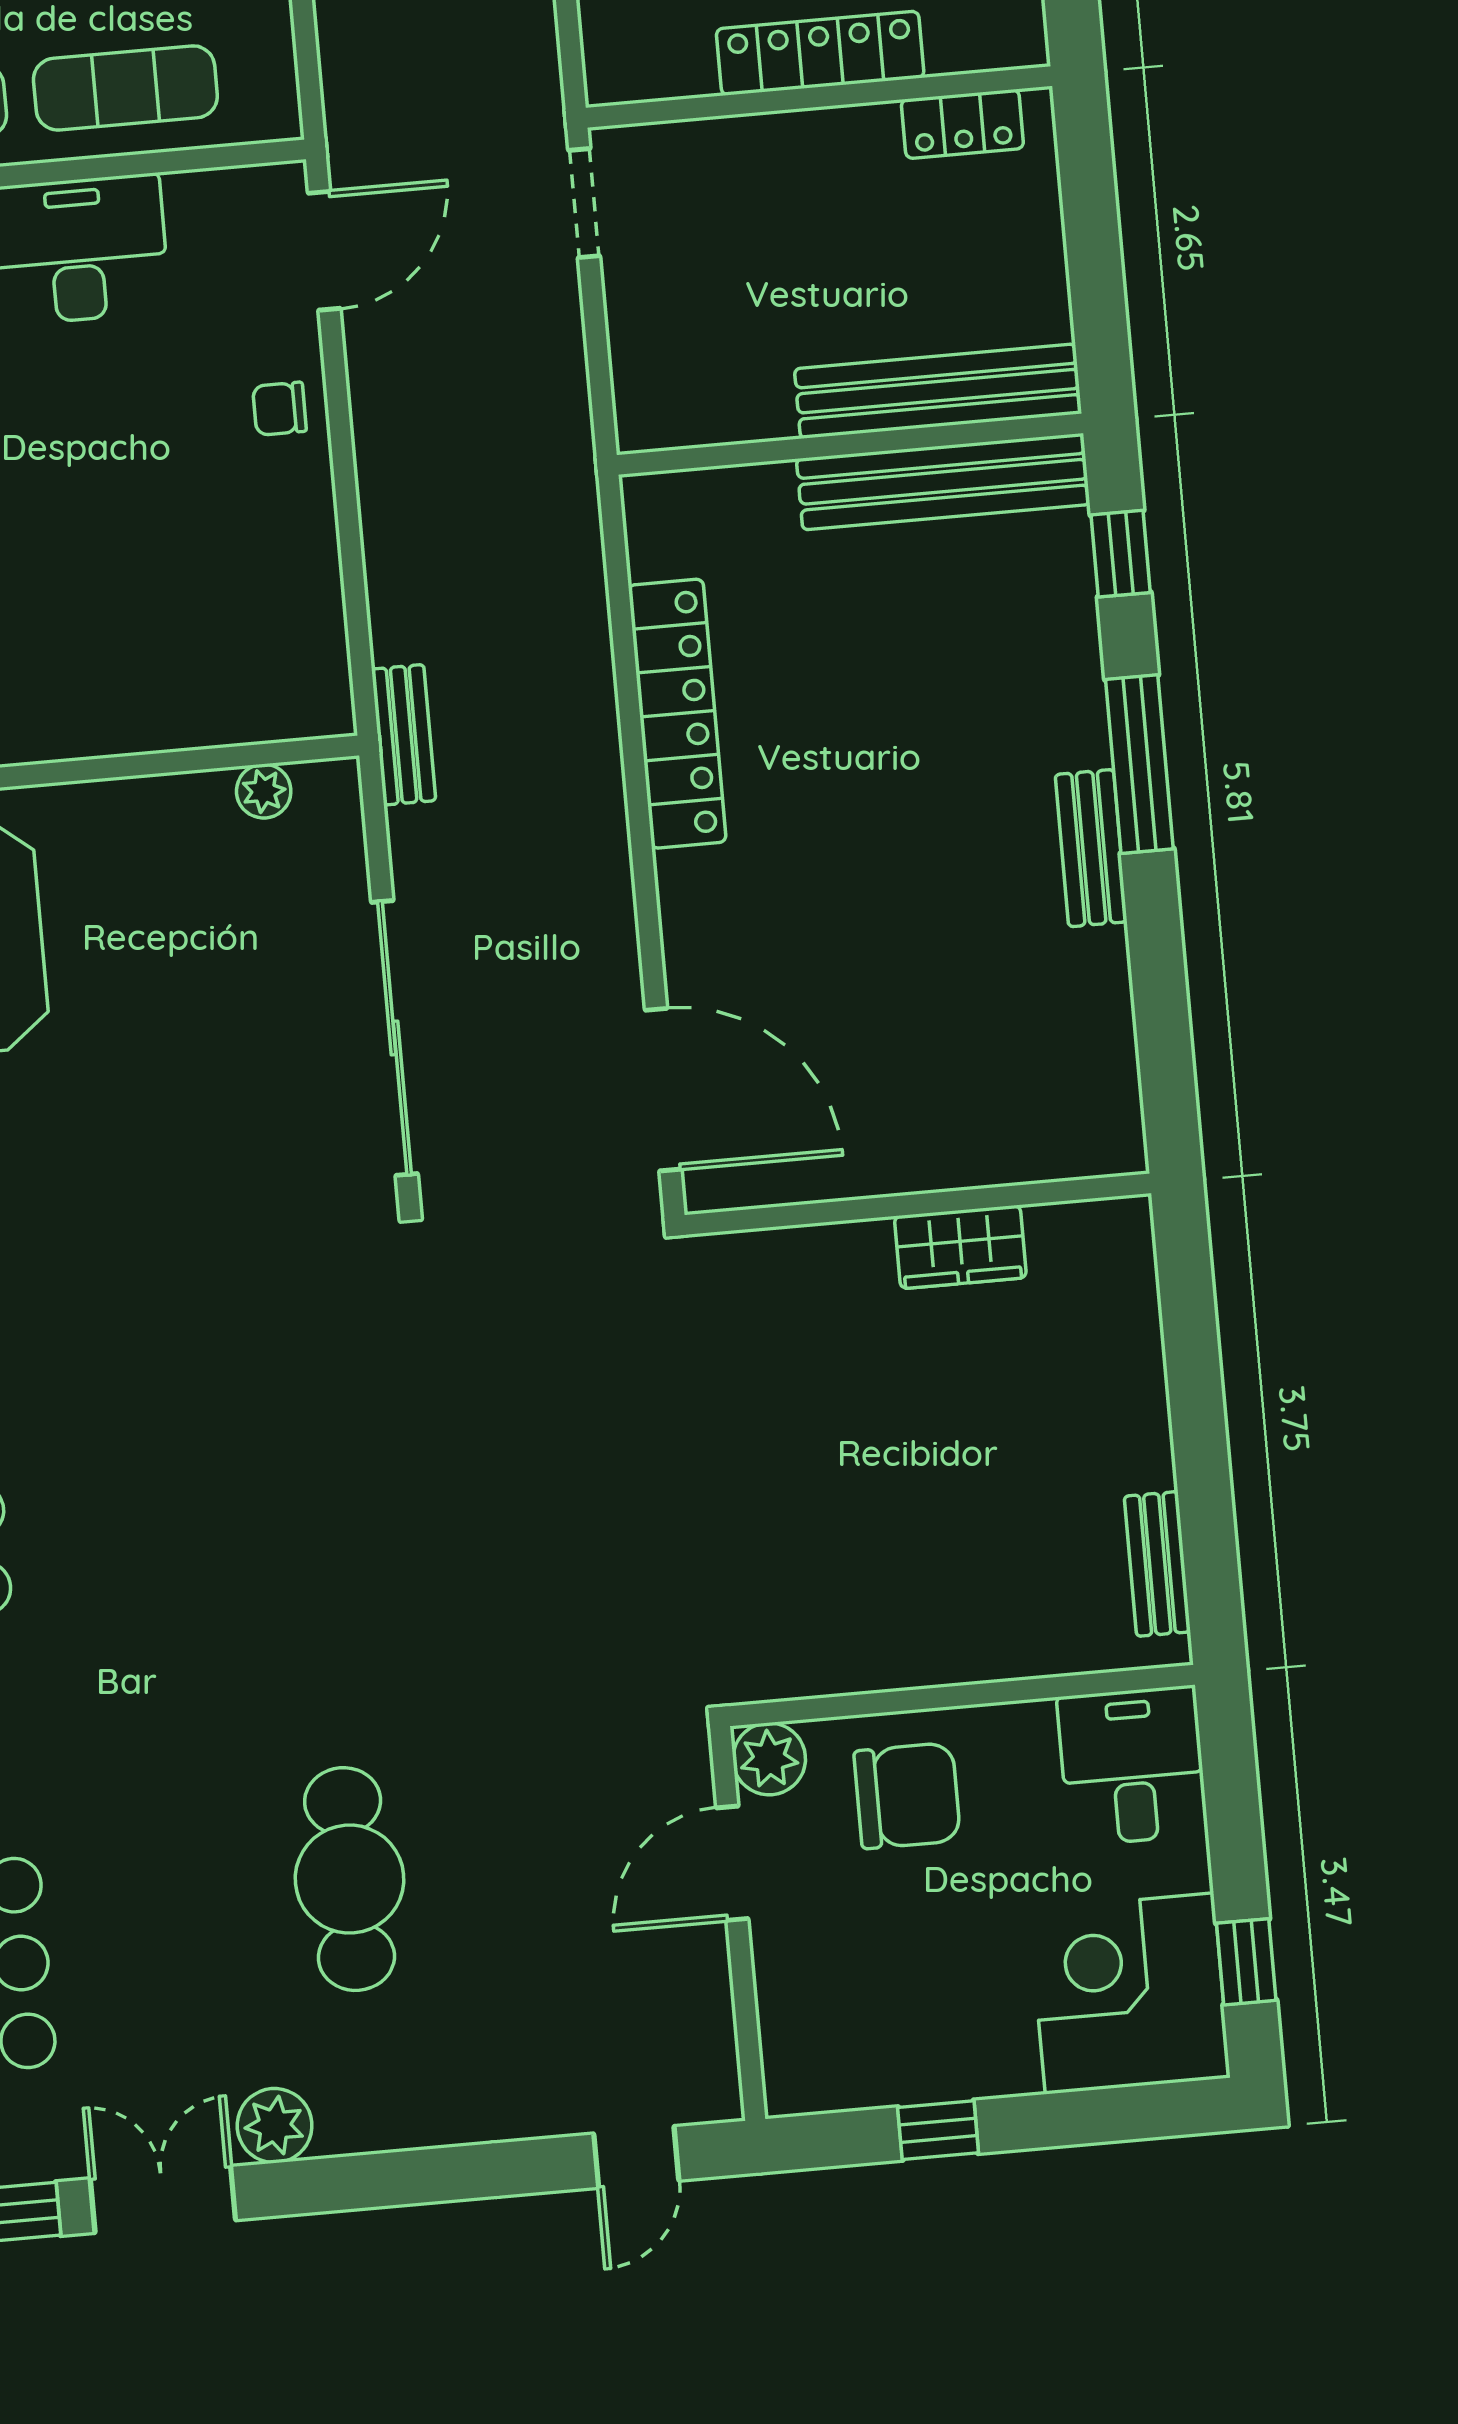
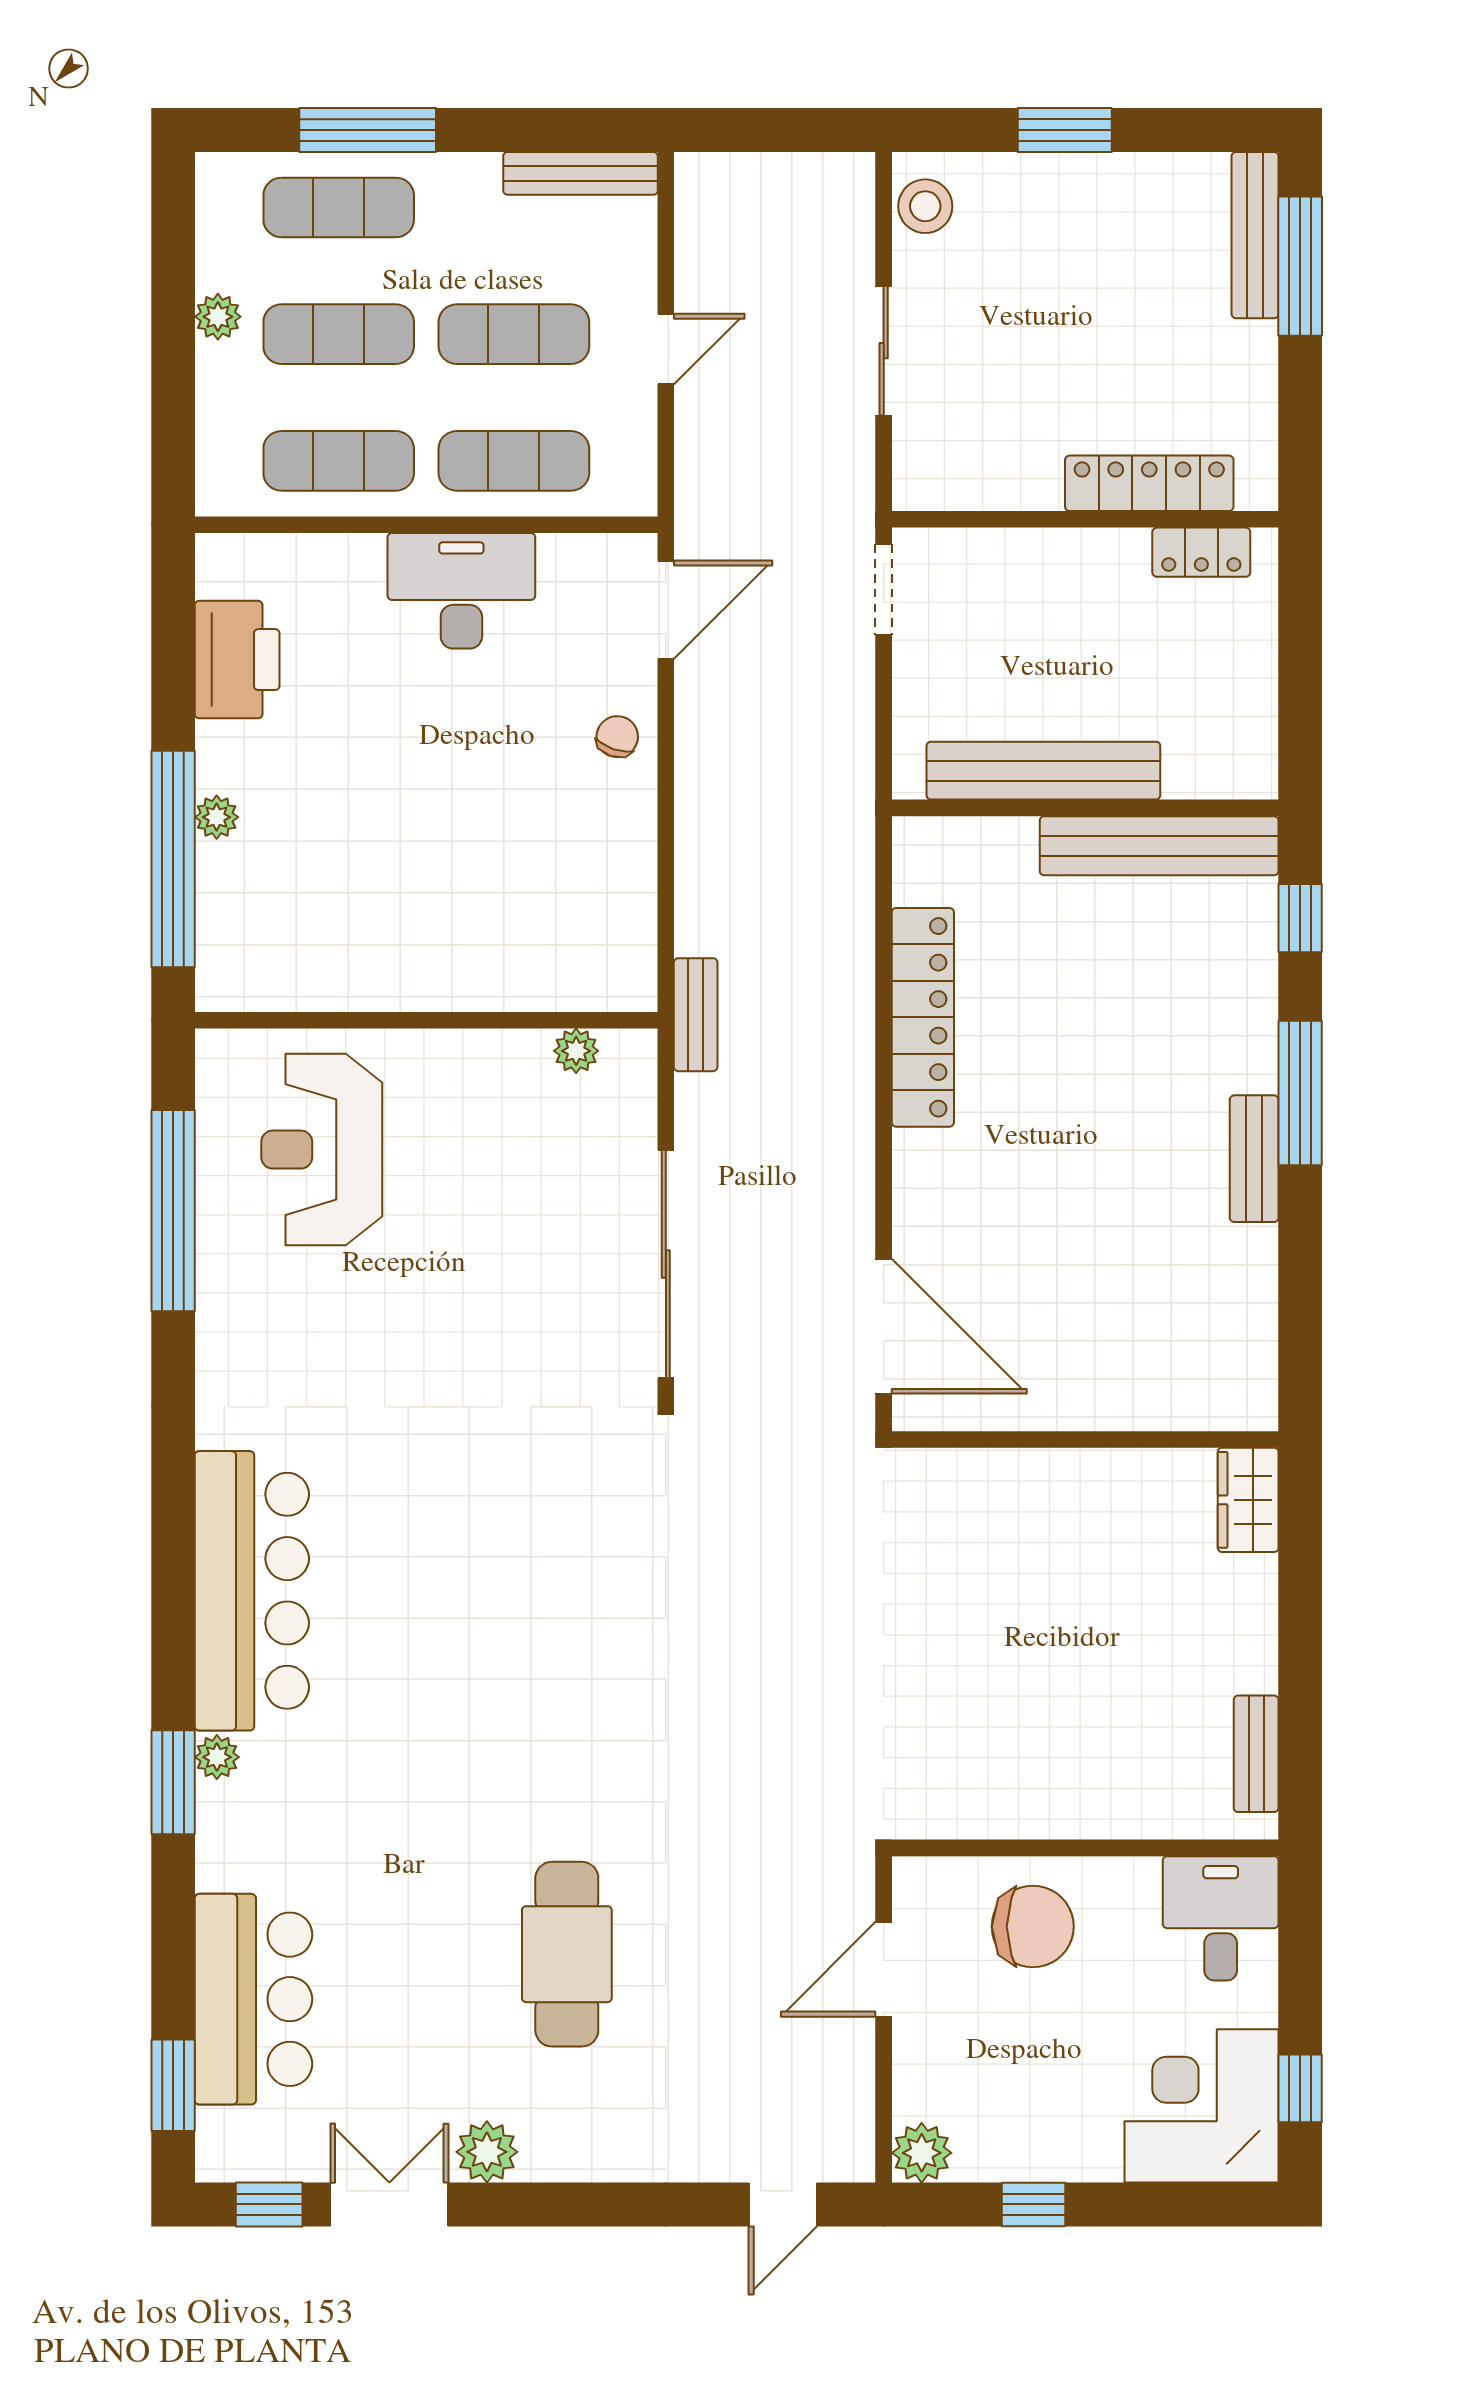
locker: (820, 53) -> (1149, 483), moved
bench: (938, 391) -> (1043, 771), moved
chair: (279, 409) -> (617, 737), turned 109
wardrobe: (960, 1247) -> (1248, 1500), moved, turned 90
plant: (769, 1759) -> (922, 2153), moved

